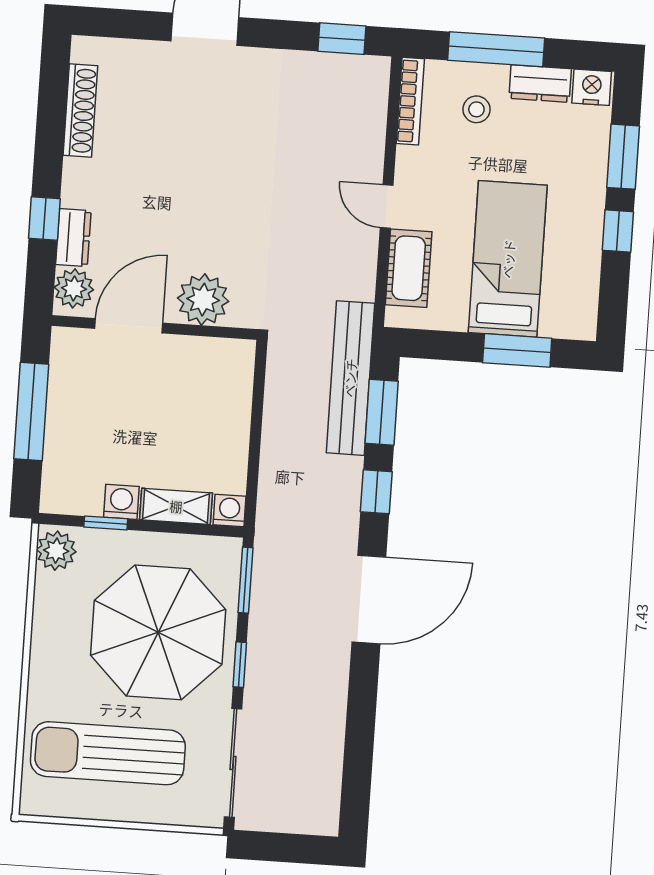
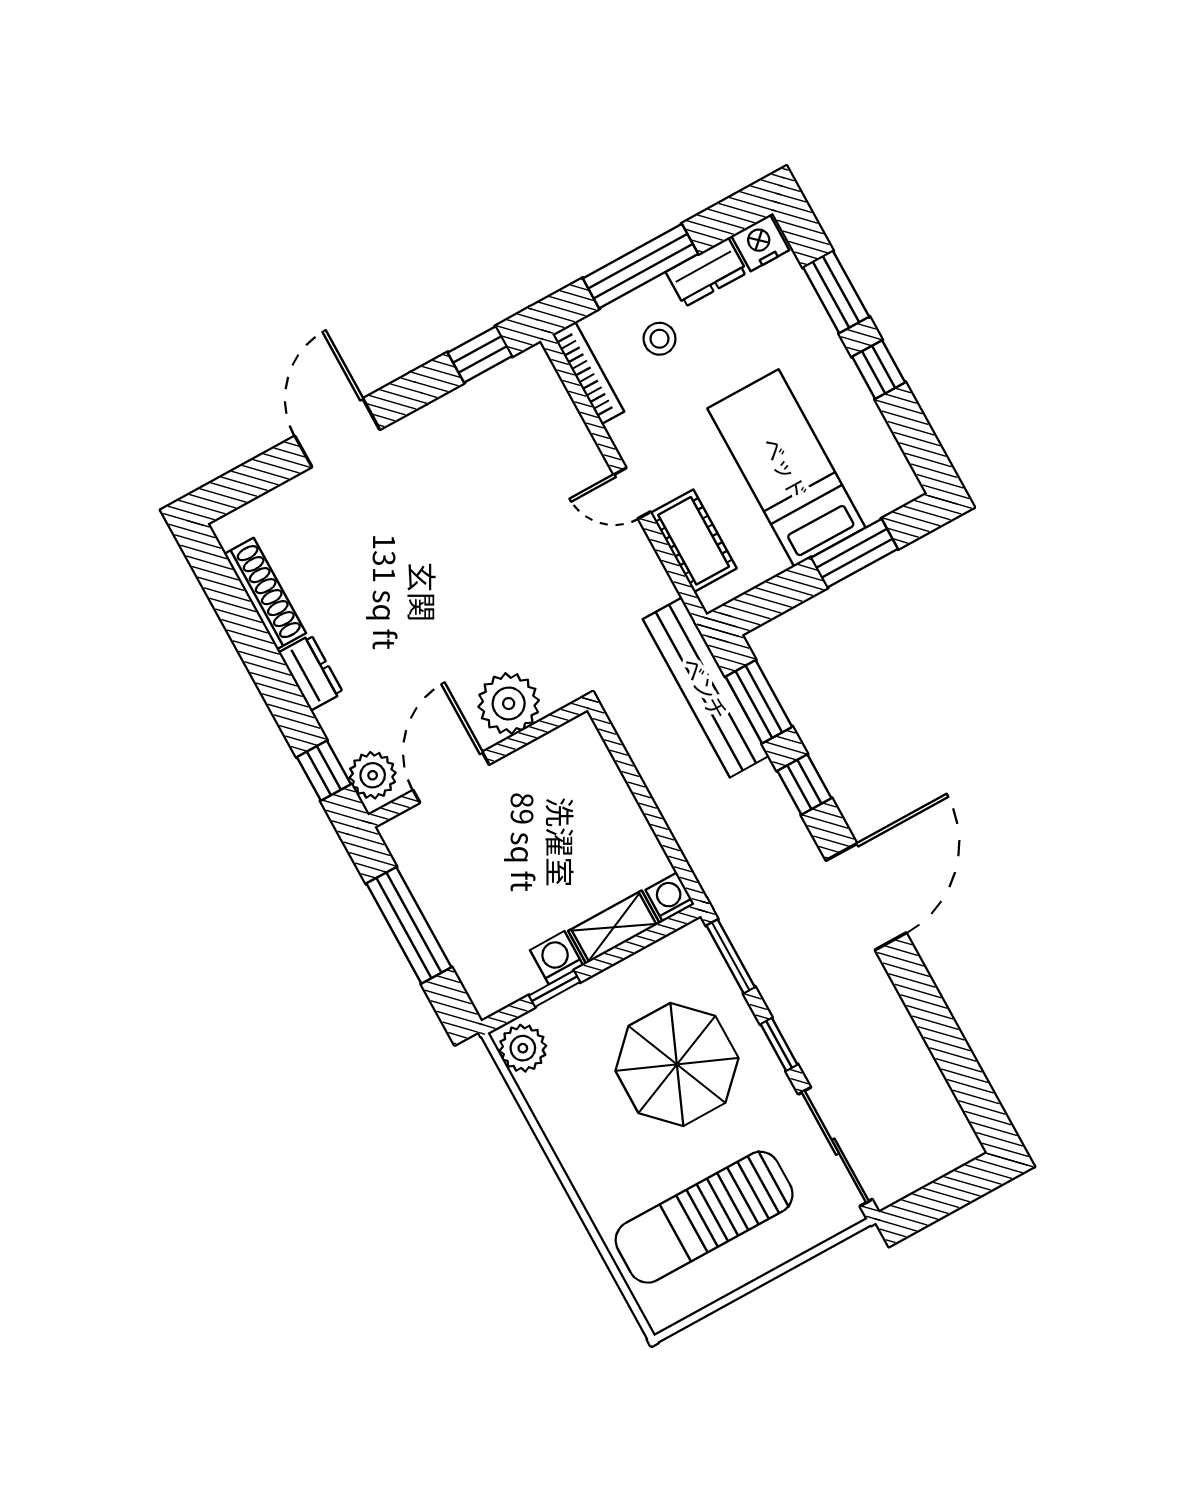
window: (44, 219) -> (324, 771), moved
dresser: (73, 238) -> (311, 673), moved
parasol: (158, 632) -> (677, 1064), width x0.73, depth x0.73

